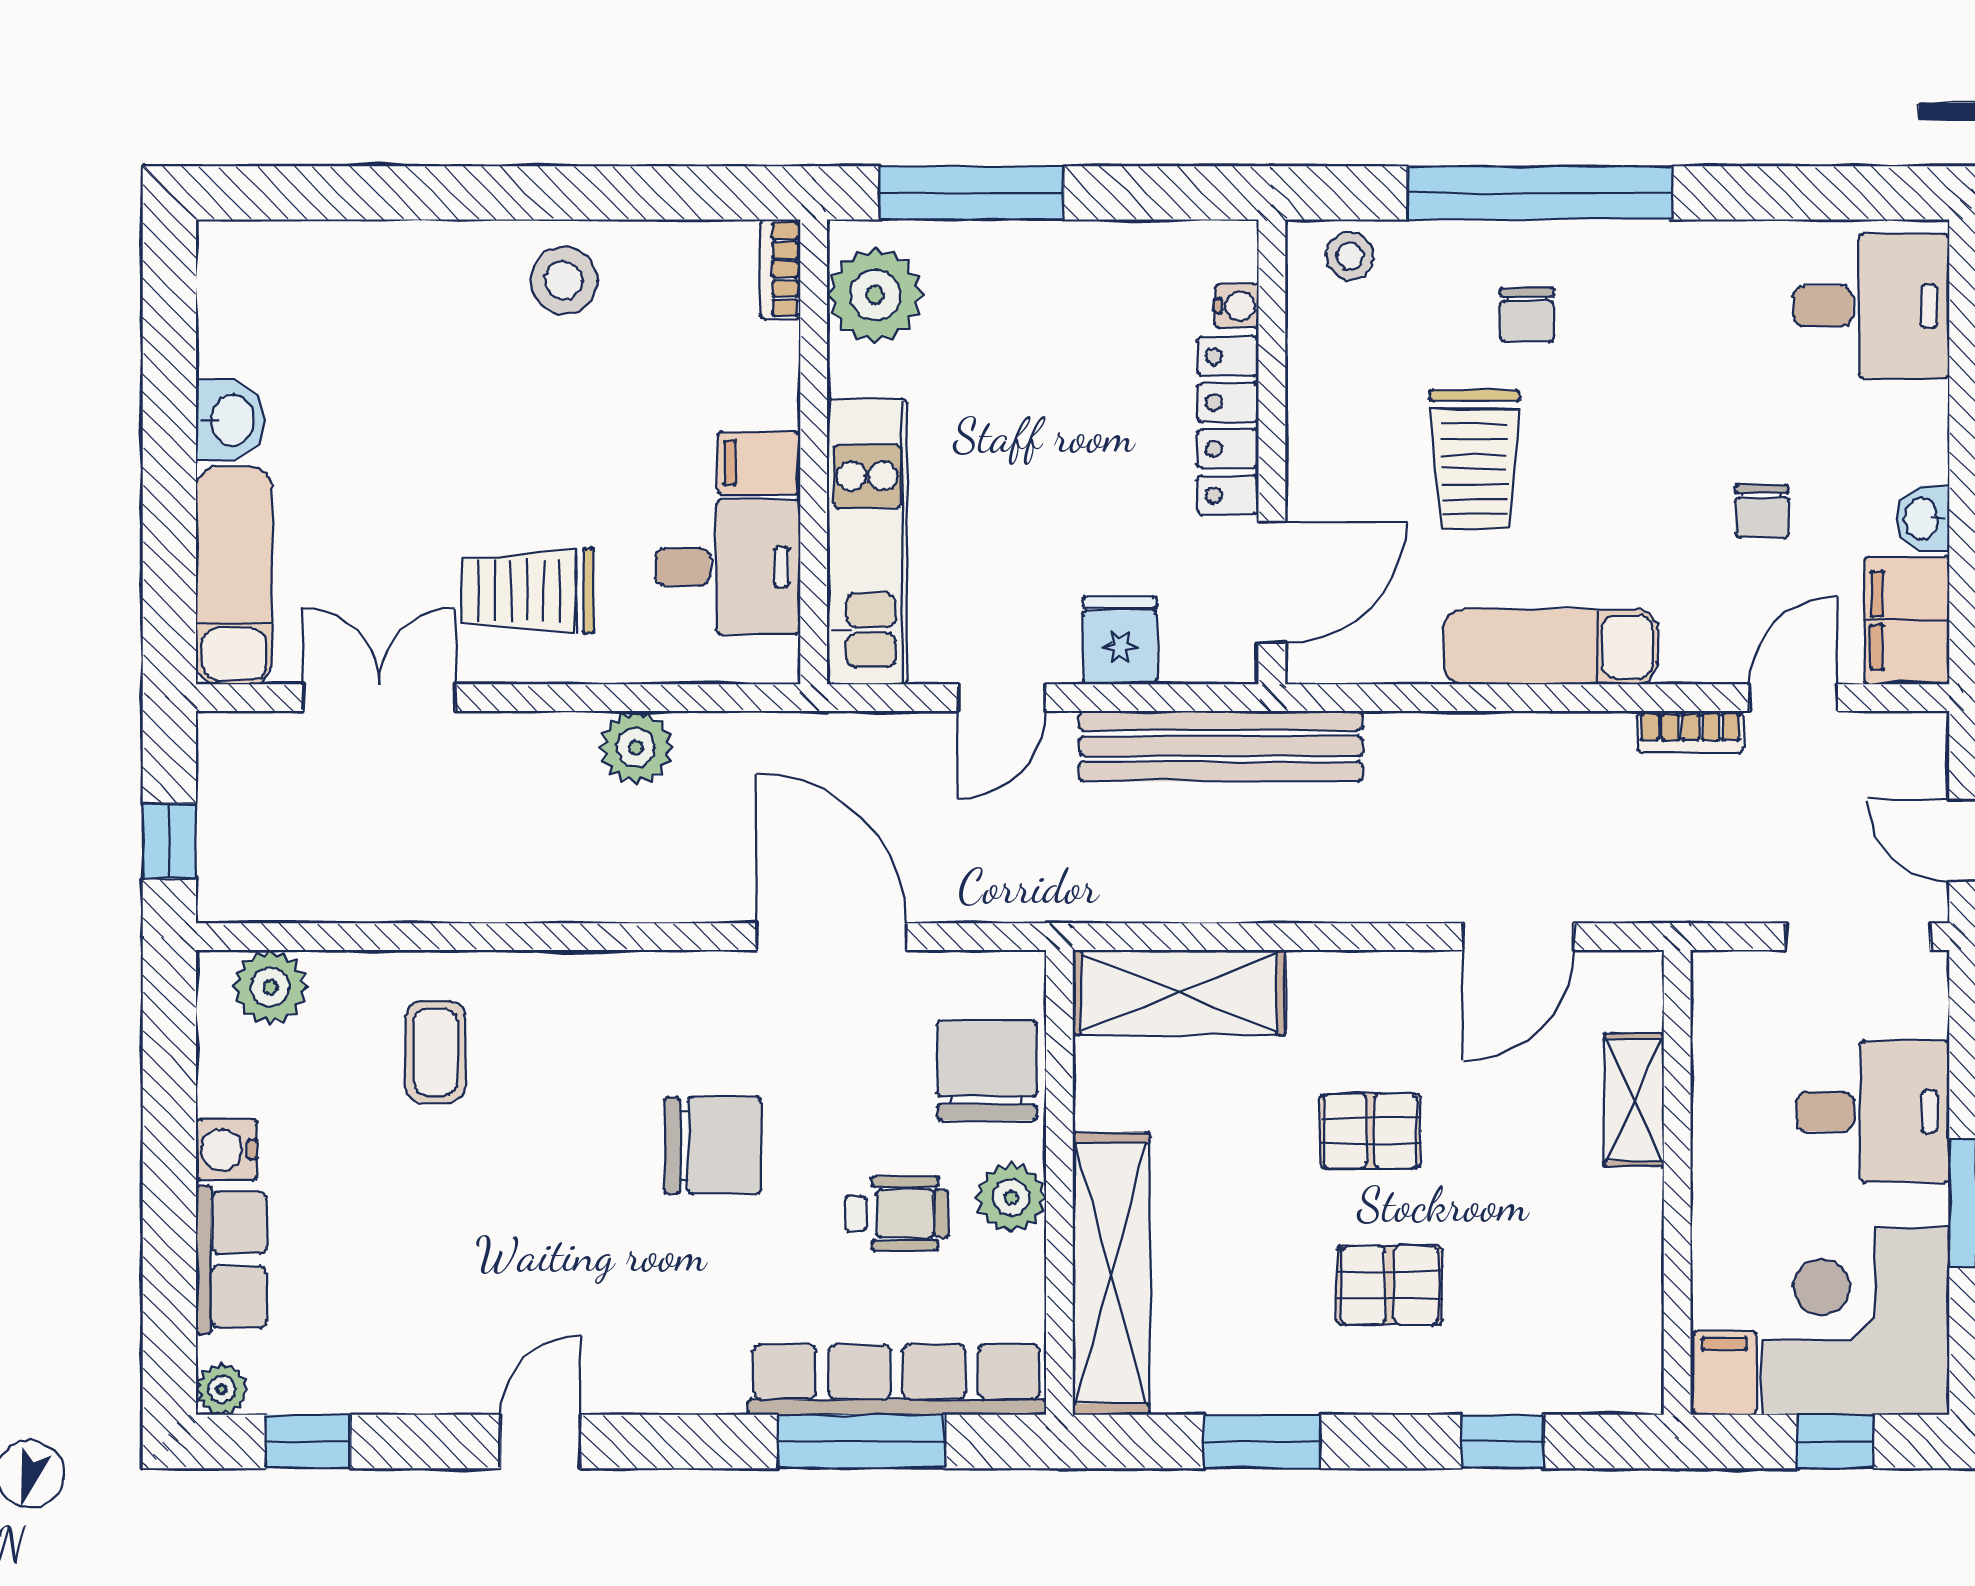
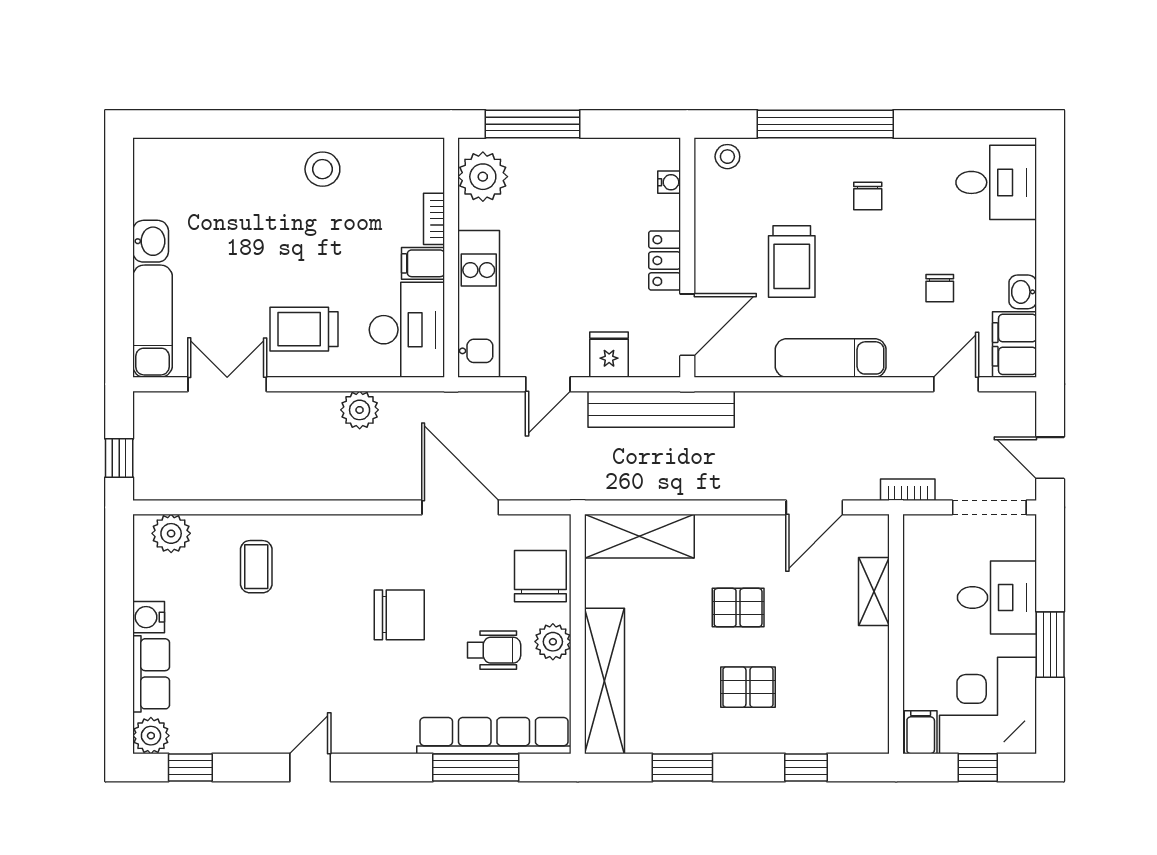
bookcase: (780, 269) -> (434, 219), moved
chair: (1527, 315) -> (868, 196), moved
locker: (1228, 426) -> (665, 261), width x0.66
desk: (728, 567) -> (407, 330), width x1.37
bookcase: (1690, 732) -> (908, 490), moved, turned 180
plant: (222, 1389) -> (151, 736), width x1.38, depth x1.38

